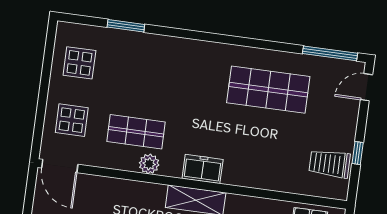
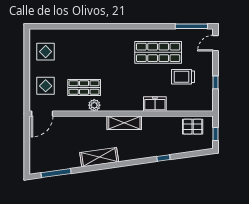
window: (126, 26) -> (70, 26), removed
trolley: (330, 164) -> (183, 77), moved
door: (60, 166) -> (42, 114), hinge flipped
freezer: (203, 169) -> (155, 104), moved

